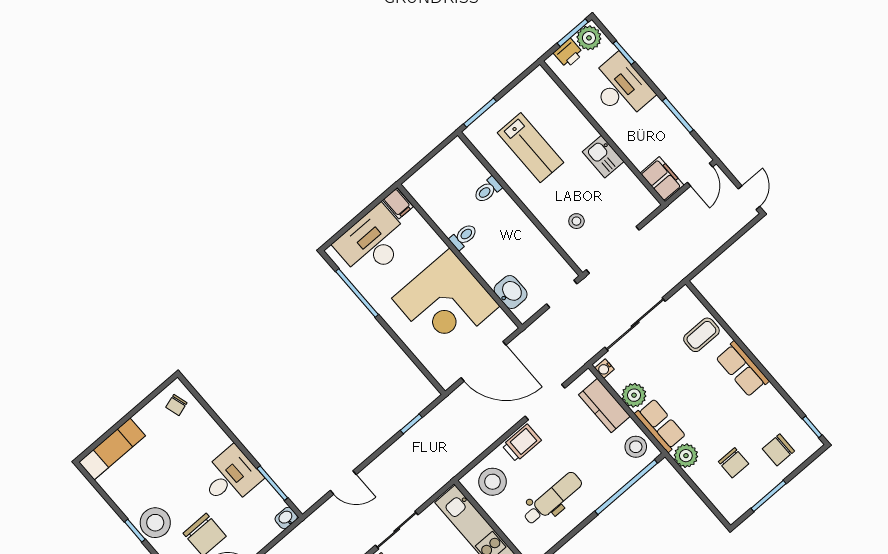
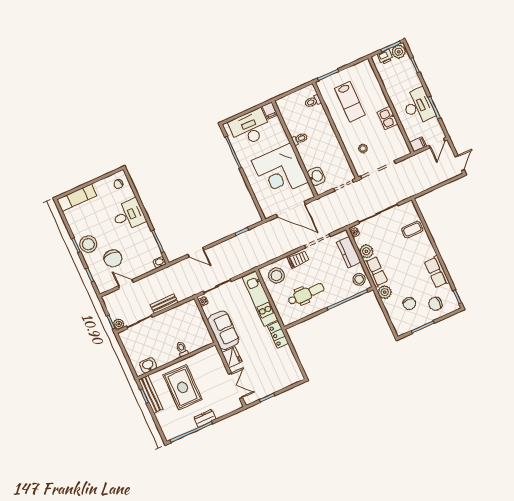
desk: (621, 88) -> (418, 106), moved
filing cabinet: (662, 179) -> (418, 144), width x0.50
toilet: (487, 190) -> (313, 101), moved
row of seats: (742, 369) -> (437, 272), moved
desk: (230, 477) -> (129, 215), moved

